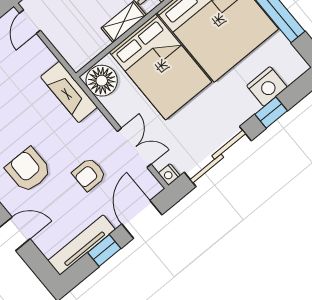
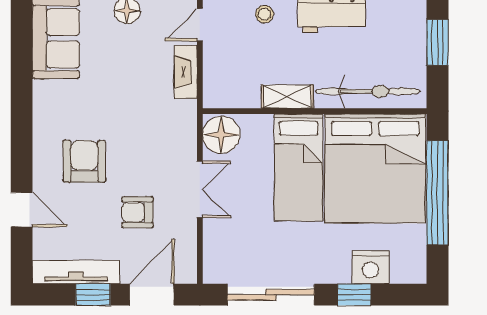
bed: (161, 67) -> (299, 167), width x0.67
fireplace: (69, 92) -> (186, 72), moved, width x0.73, depth x0.76
double door: (134, 148) -> (200, 189), moved
nightstand: (169, 174) -> (212, 274), removed

